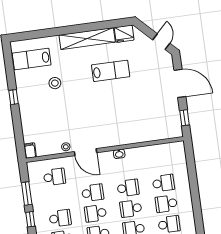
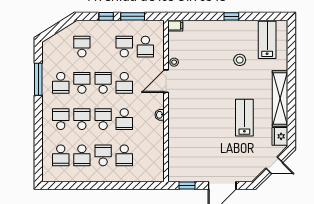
door: (161, 42) -> (274, 165), moved
lab bench: (111, 71) -> (244, 118), turned 180
school desk: (60, 218) -> (124, 47), moved, turned 180

